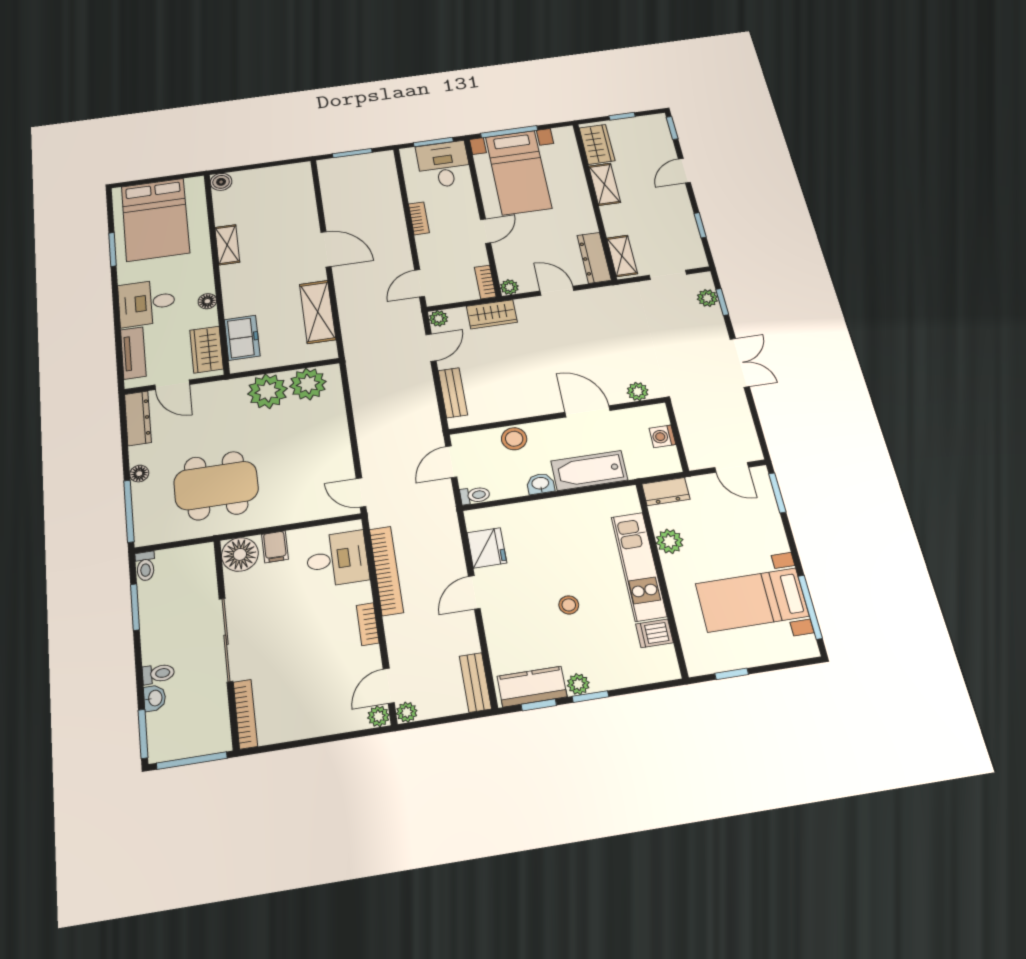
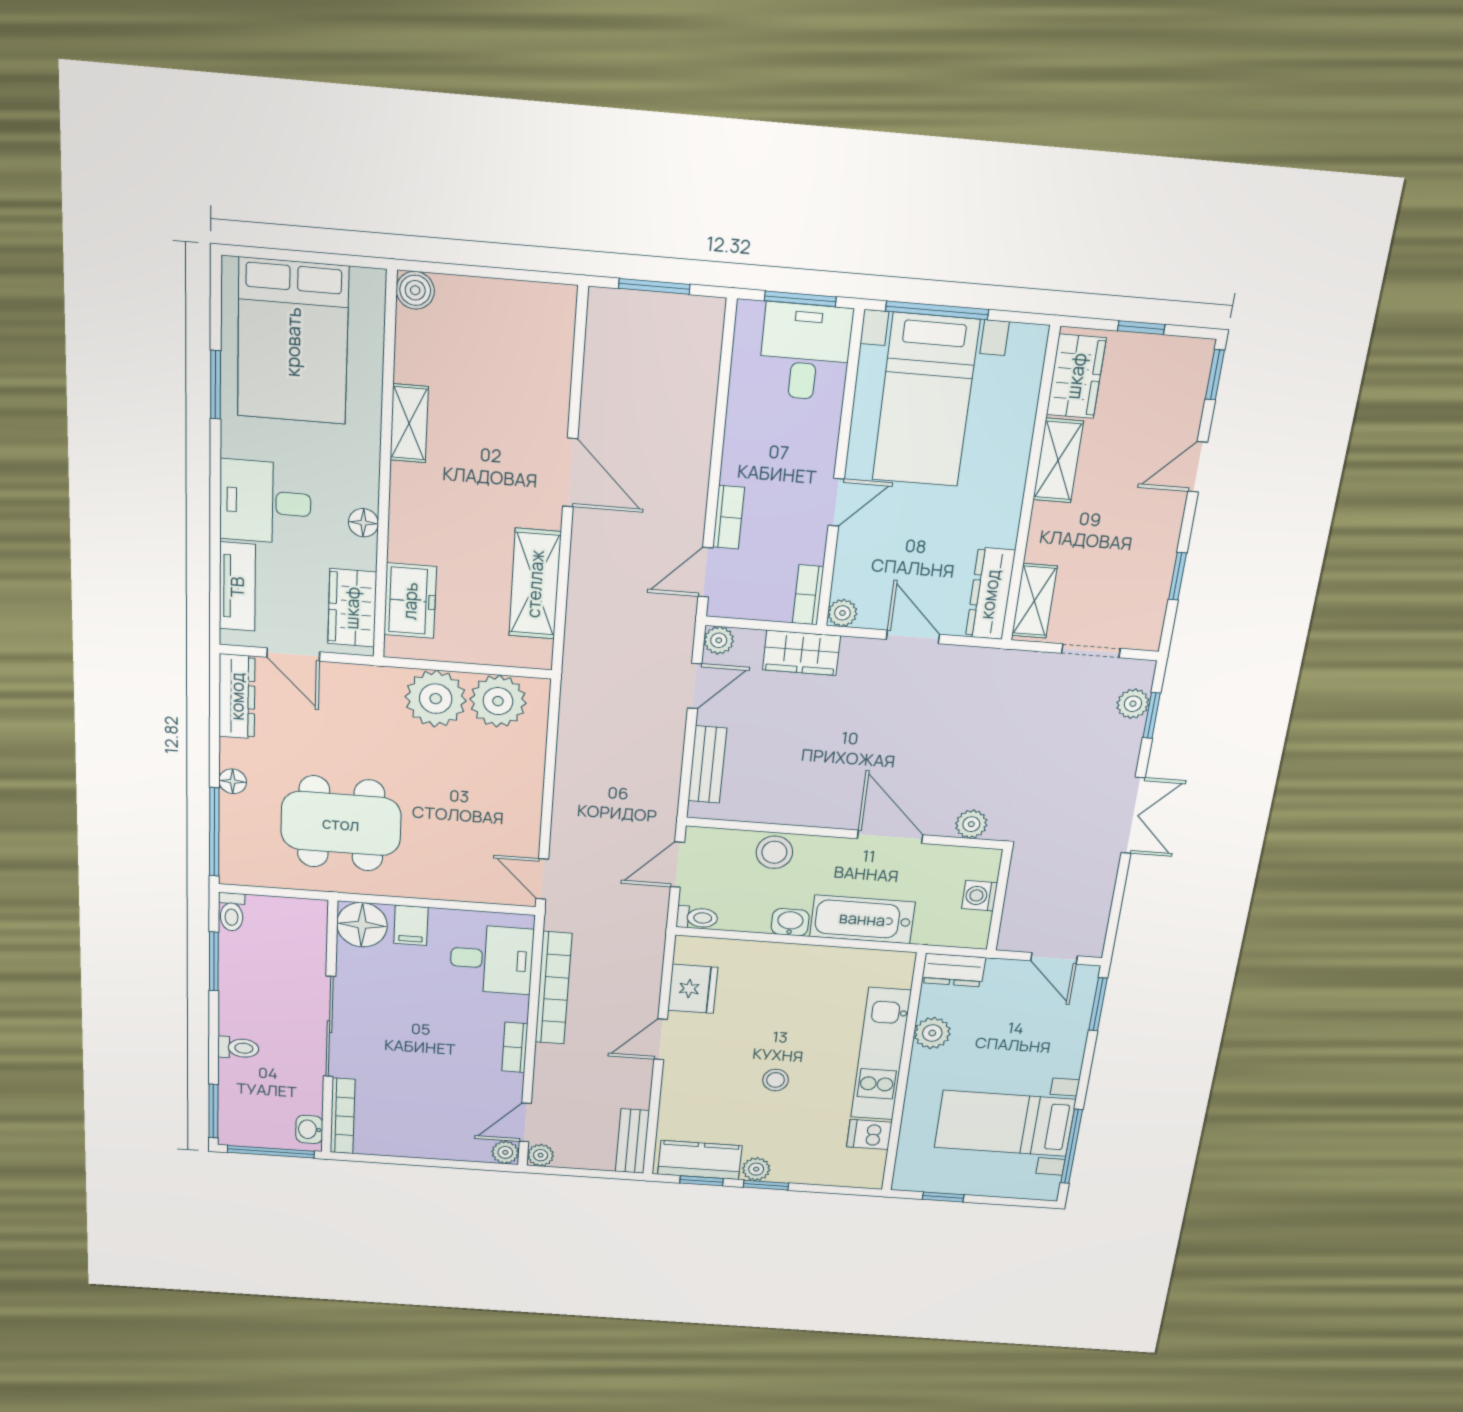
bookcase: (419, 218) -> (729, 517), moved
washbasin: (155, 698) -> (309, 1129), moved, turned 180

